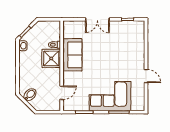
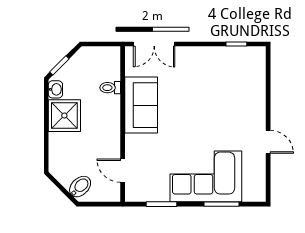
double door: (97, 19) -> (154, 44), moved
shower: (51, 58) -> (64, 116), moved
door: (62, 93) -> (123, 171), swing flipped
bidet: (30, 95) -> (80, 187), moved

